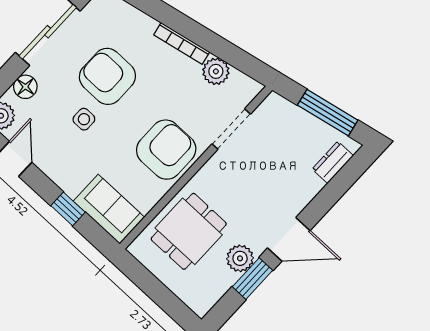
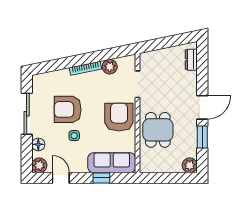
window: (328, 113) -> (171, 41), removed
sofa: (109, 209) -> (112, 163), width x1.36
dining table: (189, 231) -> (158, 130), moved
plant: (240, 258) -> (190, 165), moved

